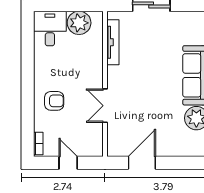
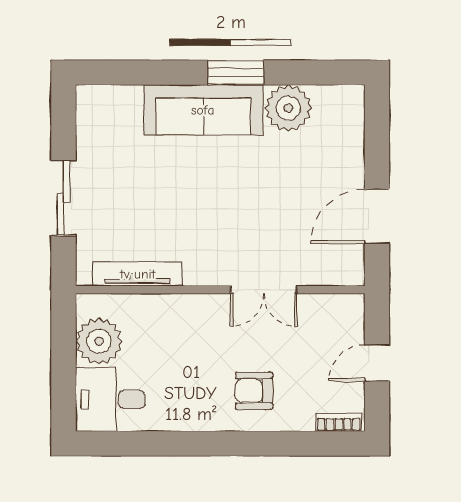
armchair: (54, 101) -> (254, 391), turned -90
door: (142, 163) -> (377, 216), hinge flipped

